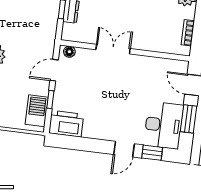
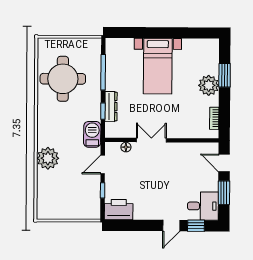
floor lamp: (69, 52) -> (126, 147), moved
barbecue: (37, 111) -> (92, 134), moved
desk: (164, 125) -> (203, 206), width x0.73

